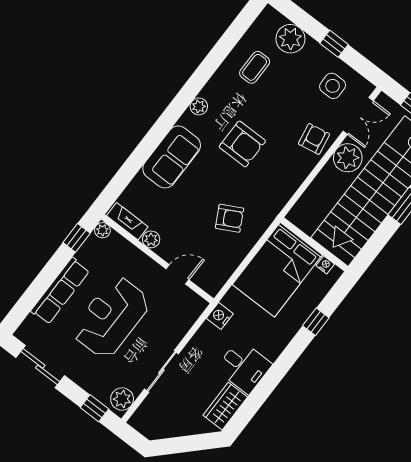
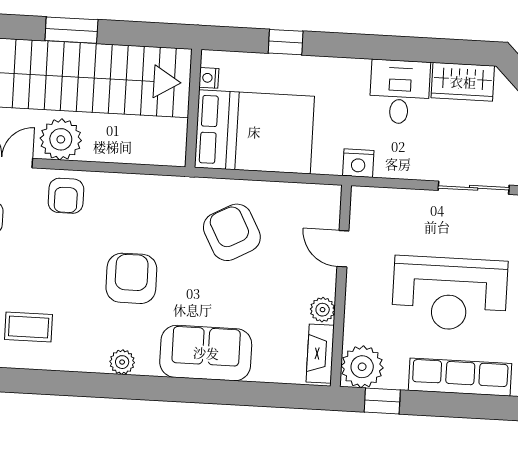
armchair: (314, 139) -> (66, 196), turned -80
armchair: (230, 218) -> (232, 232), width x1.38, depth x1.38
plant: (102, 230) -> (362, 367), width x1.88, depth x1.88

